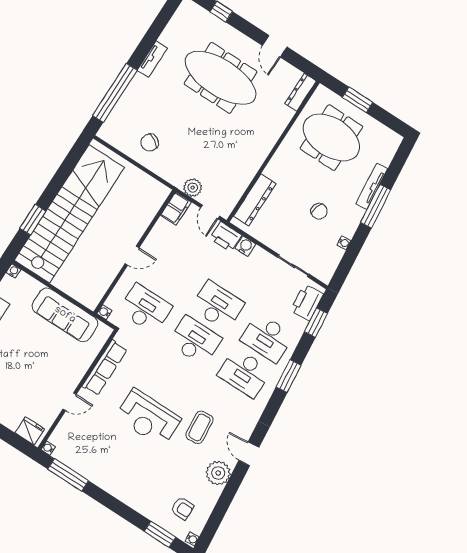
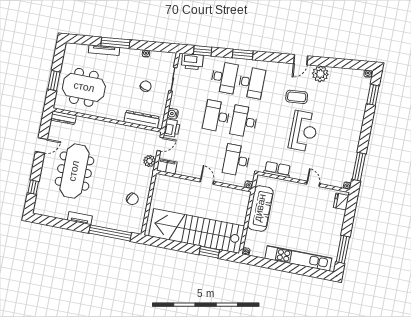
meeting table: (331, 138) -> (84, 87), turned 90
chair: (319, 211) -> (146, 86), moved
row of seats: (105, 368) -> (277, 169), width x0.68
armchair: (182, 508) -> (351, 87), removed

